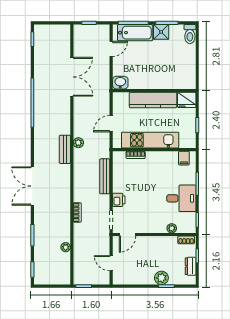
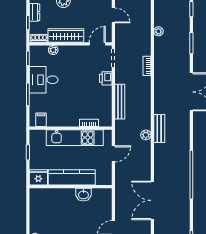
washbasin: (120, 83) -> (83, 195), moved
wardrobe: (159, 243) -> (66, 35), added

